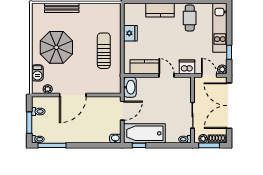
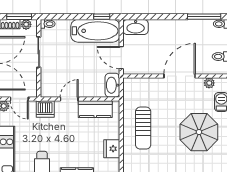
door: (167, 75) -> (69, 99), swing flipped
door: (122, 111) -> (121, 58), hinge flipped
washbasin: (115, 139) -> (136, 27), width x1.91, depth x1.45

